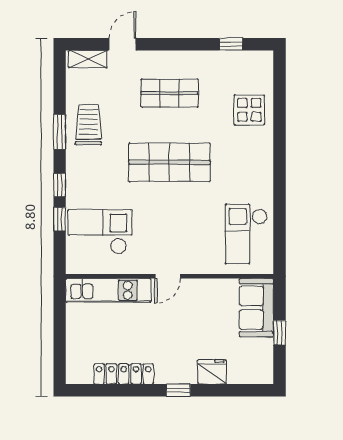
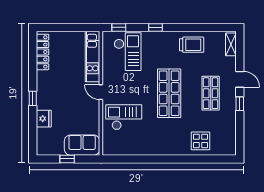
door: (123, 44) -> (240, 79), moved
window: (231, 44) -> (240, 104), moved
window: (60, 132) -> (187, 27), removed
window: (60, 219) -> (119, 27), moved
checkout: (246, 234) -> (124, 117), moved
locker: (124, 374) -> (43, 52), moved

